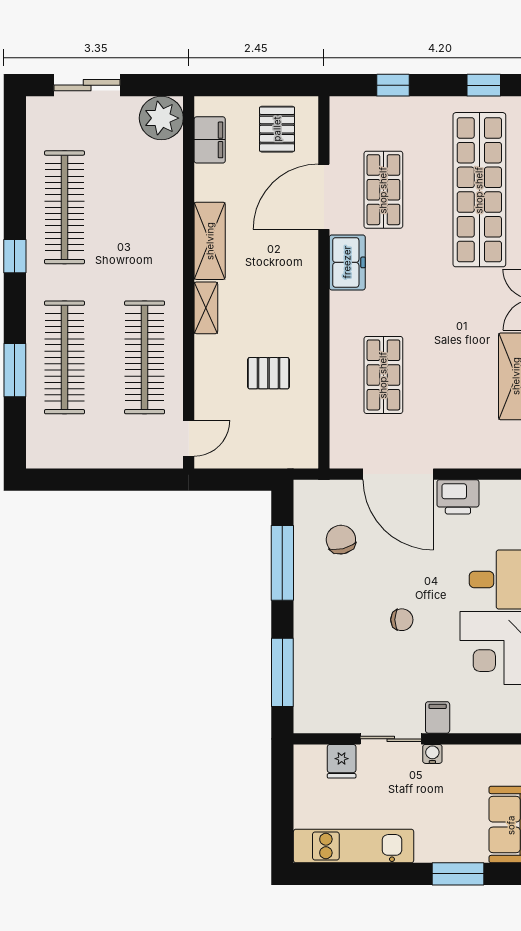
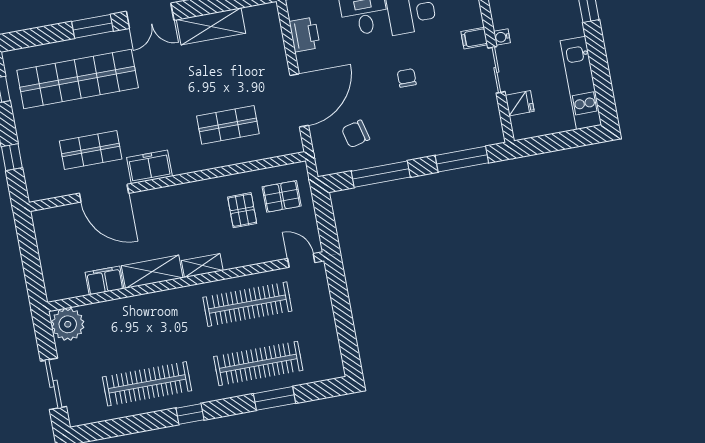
pallet: (277, 129) -> (282, 196), moved
filing cabinet: (210, 140) -> (105, 280), moved
printer: (458, 497) -> (305, 34), moved

